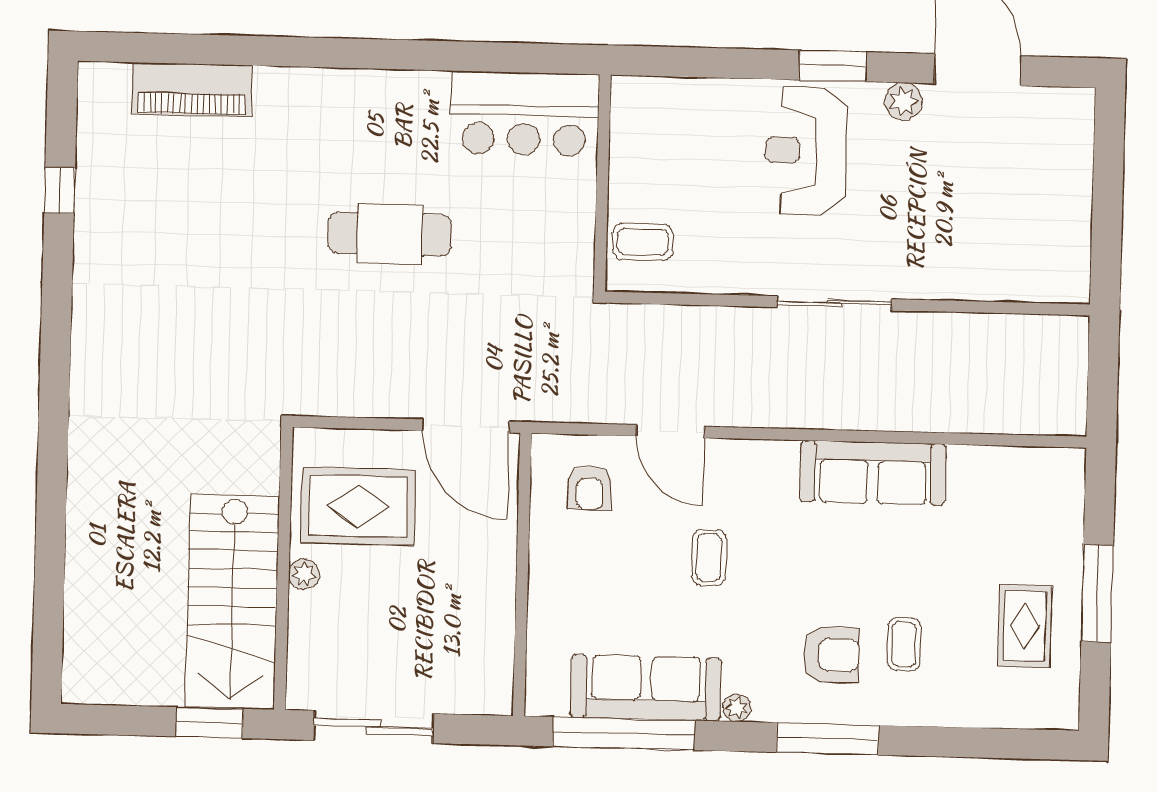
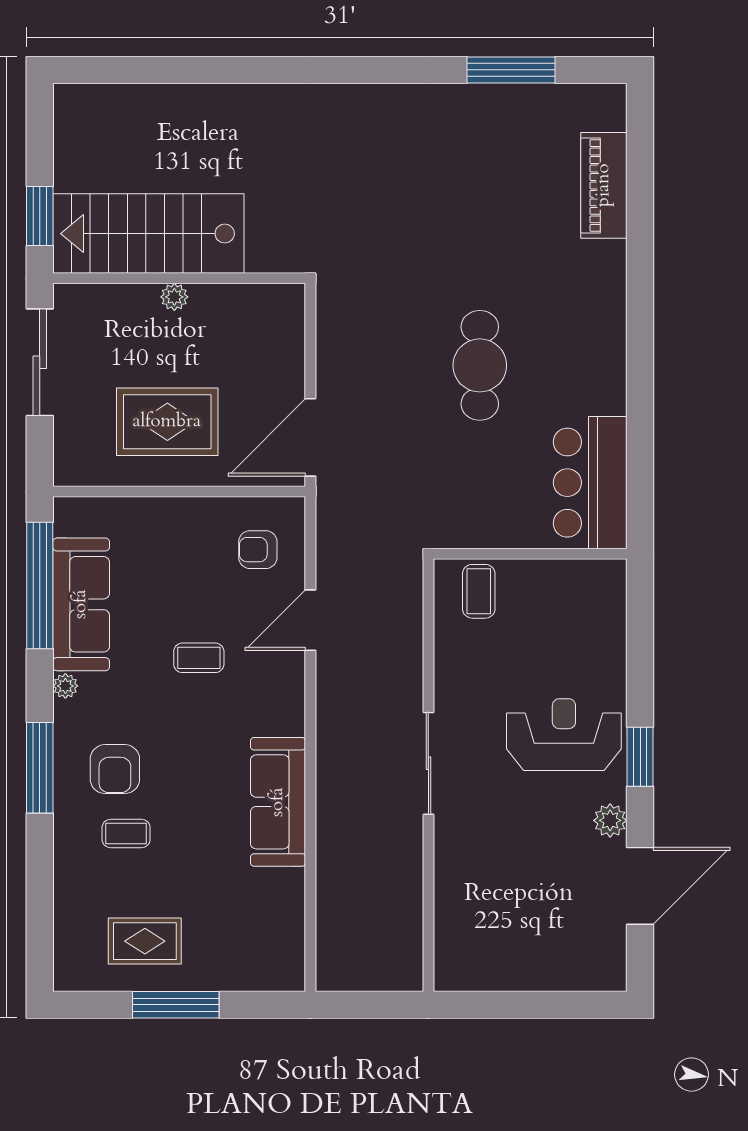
window: (60, 190) -> (511, 70), width x2.17
rug: (358, 506) -> (167, 422), moved, turned 90

